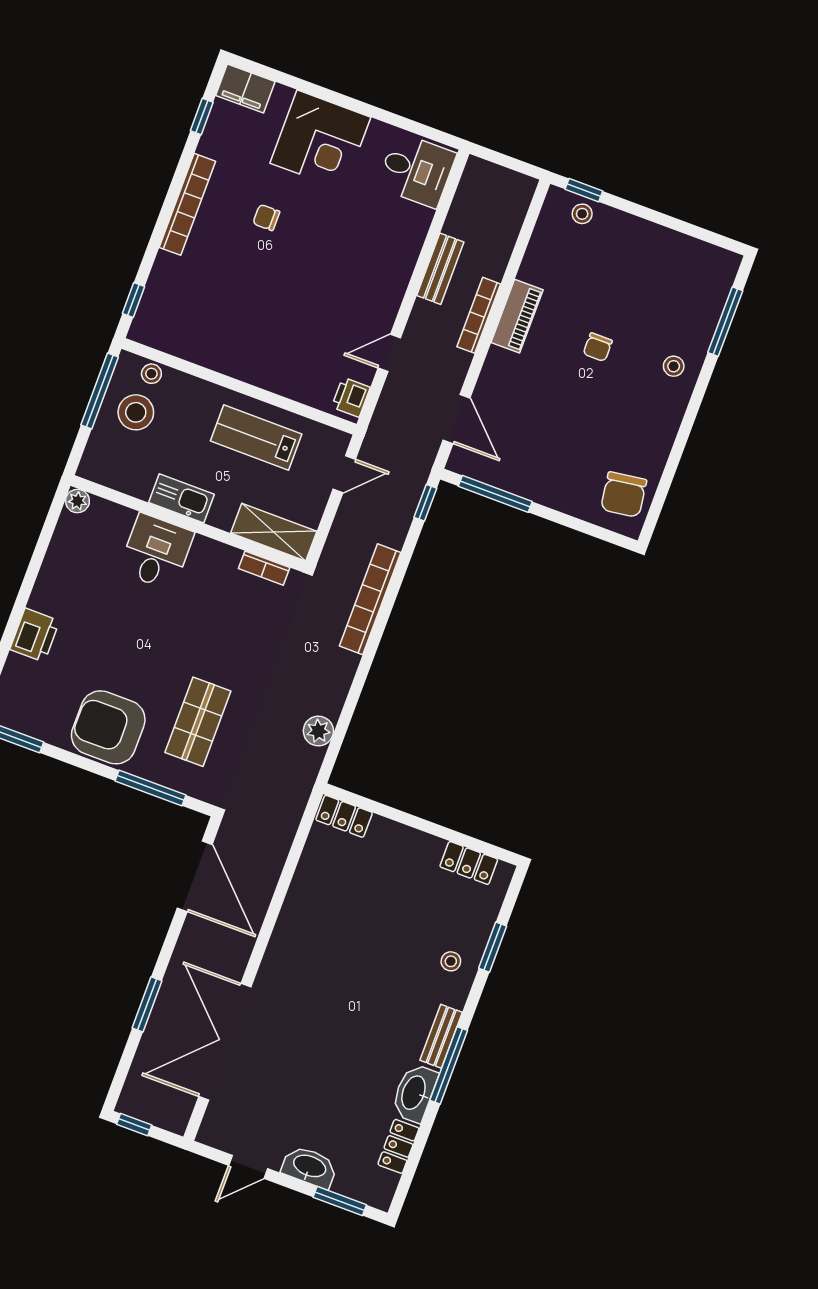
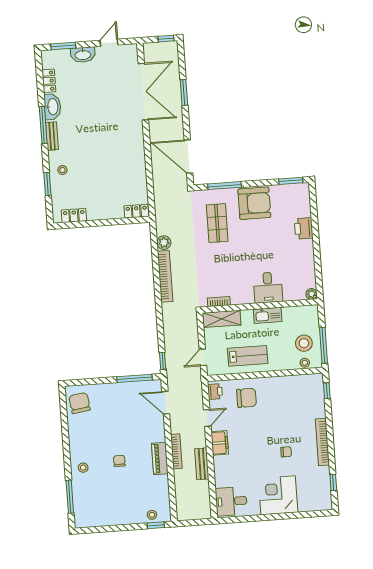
filing cabinet: (245, 88) -> (220, 443), moved, turned 90
chair: (295, 357) -> (246, 398), added
bookcase: (370, 599) -> (165, 276), moved

